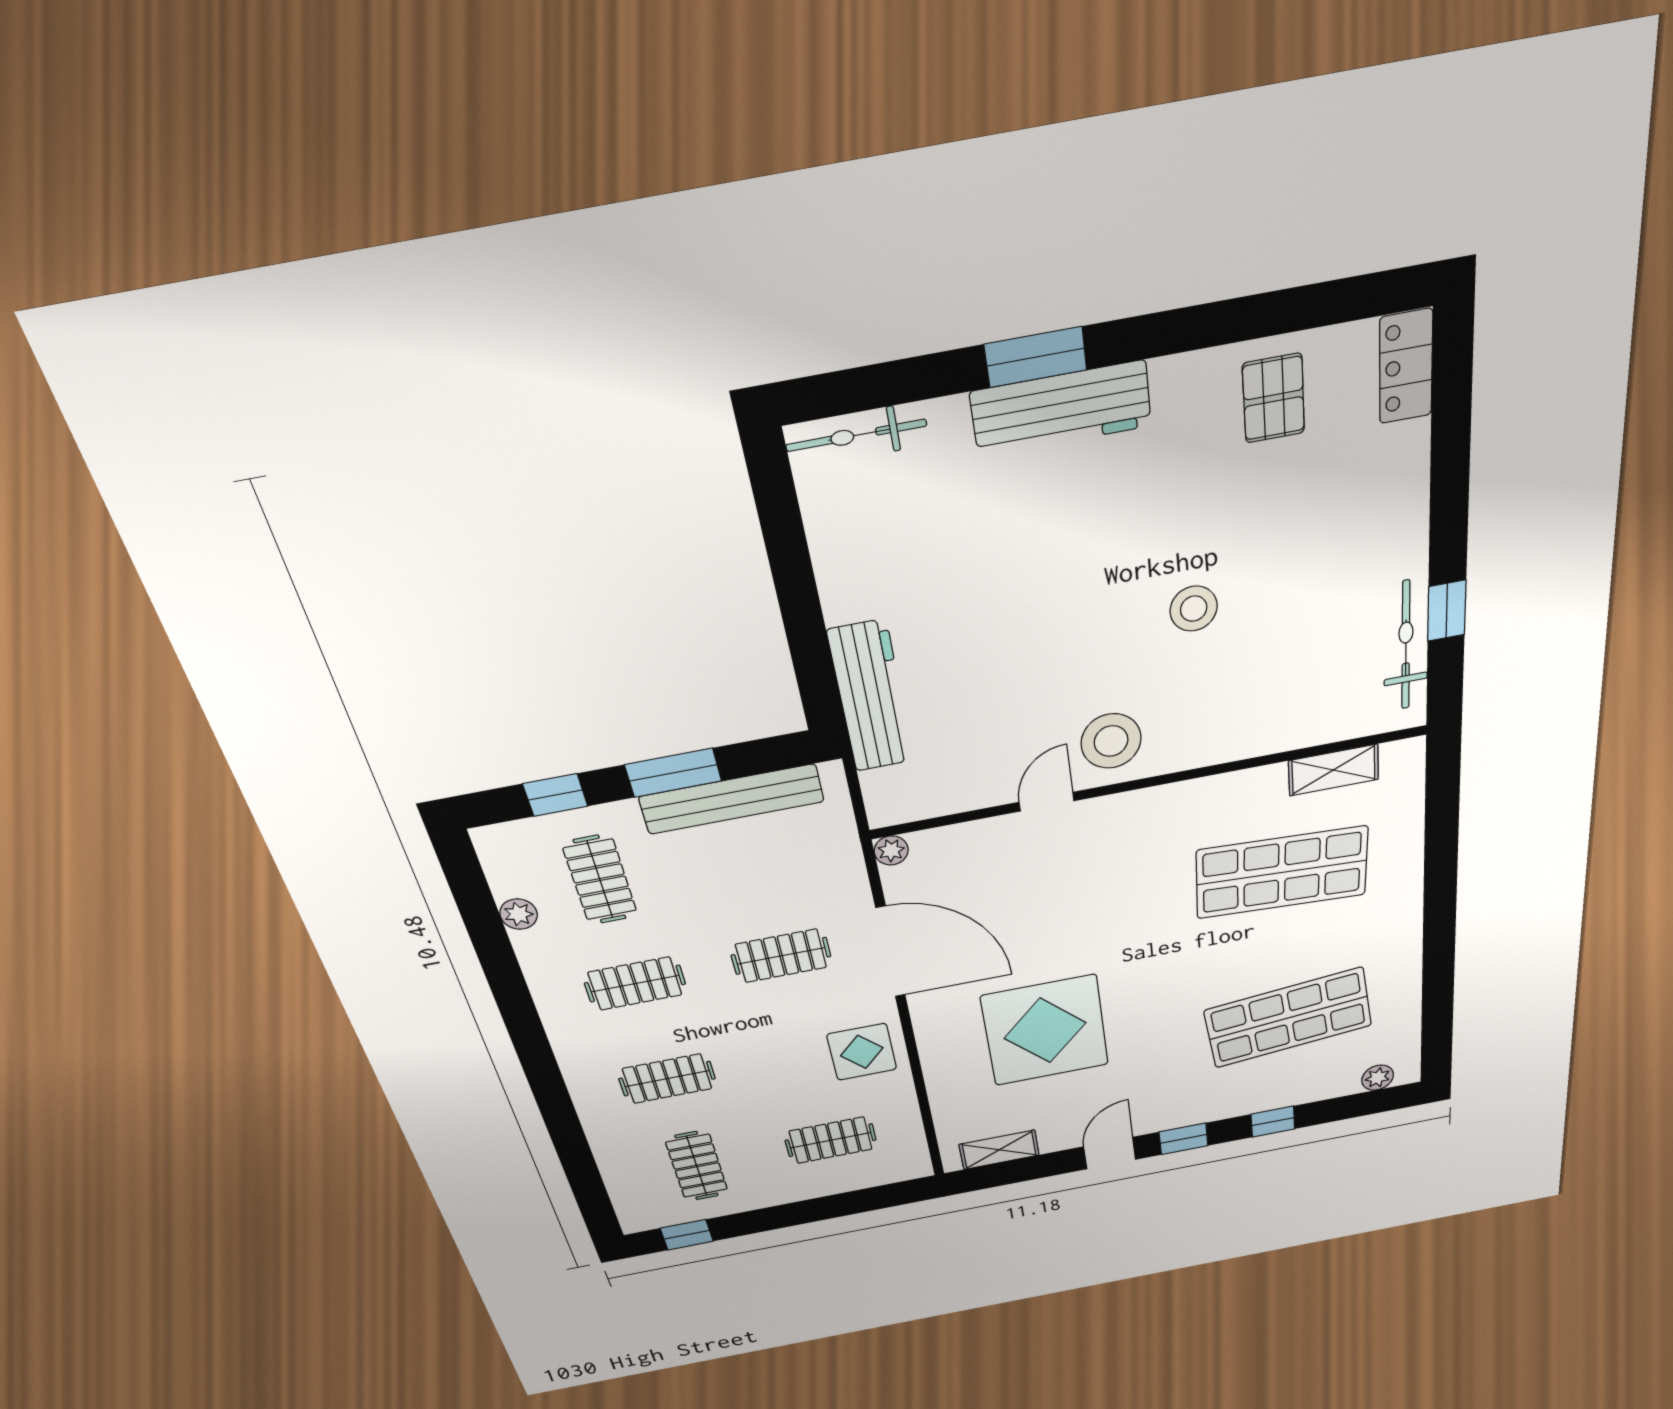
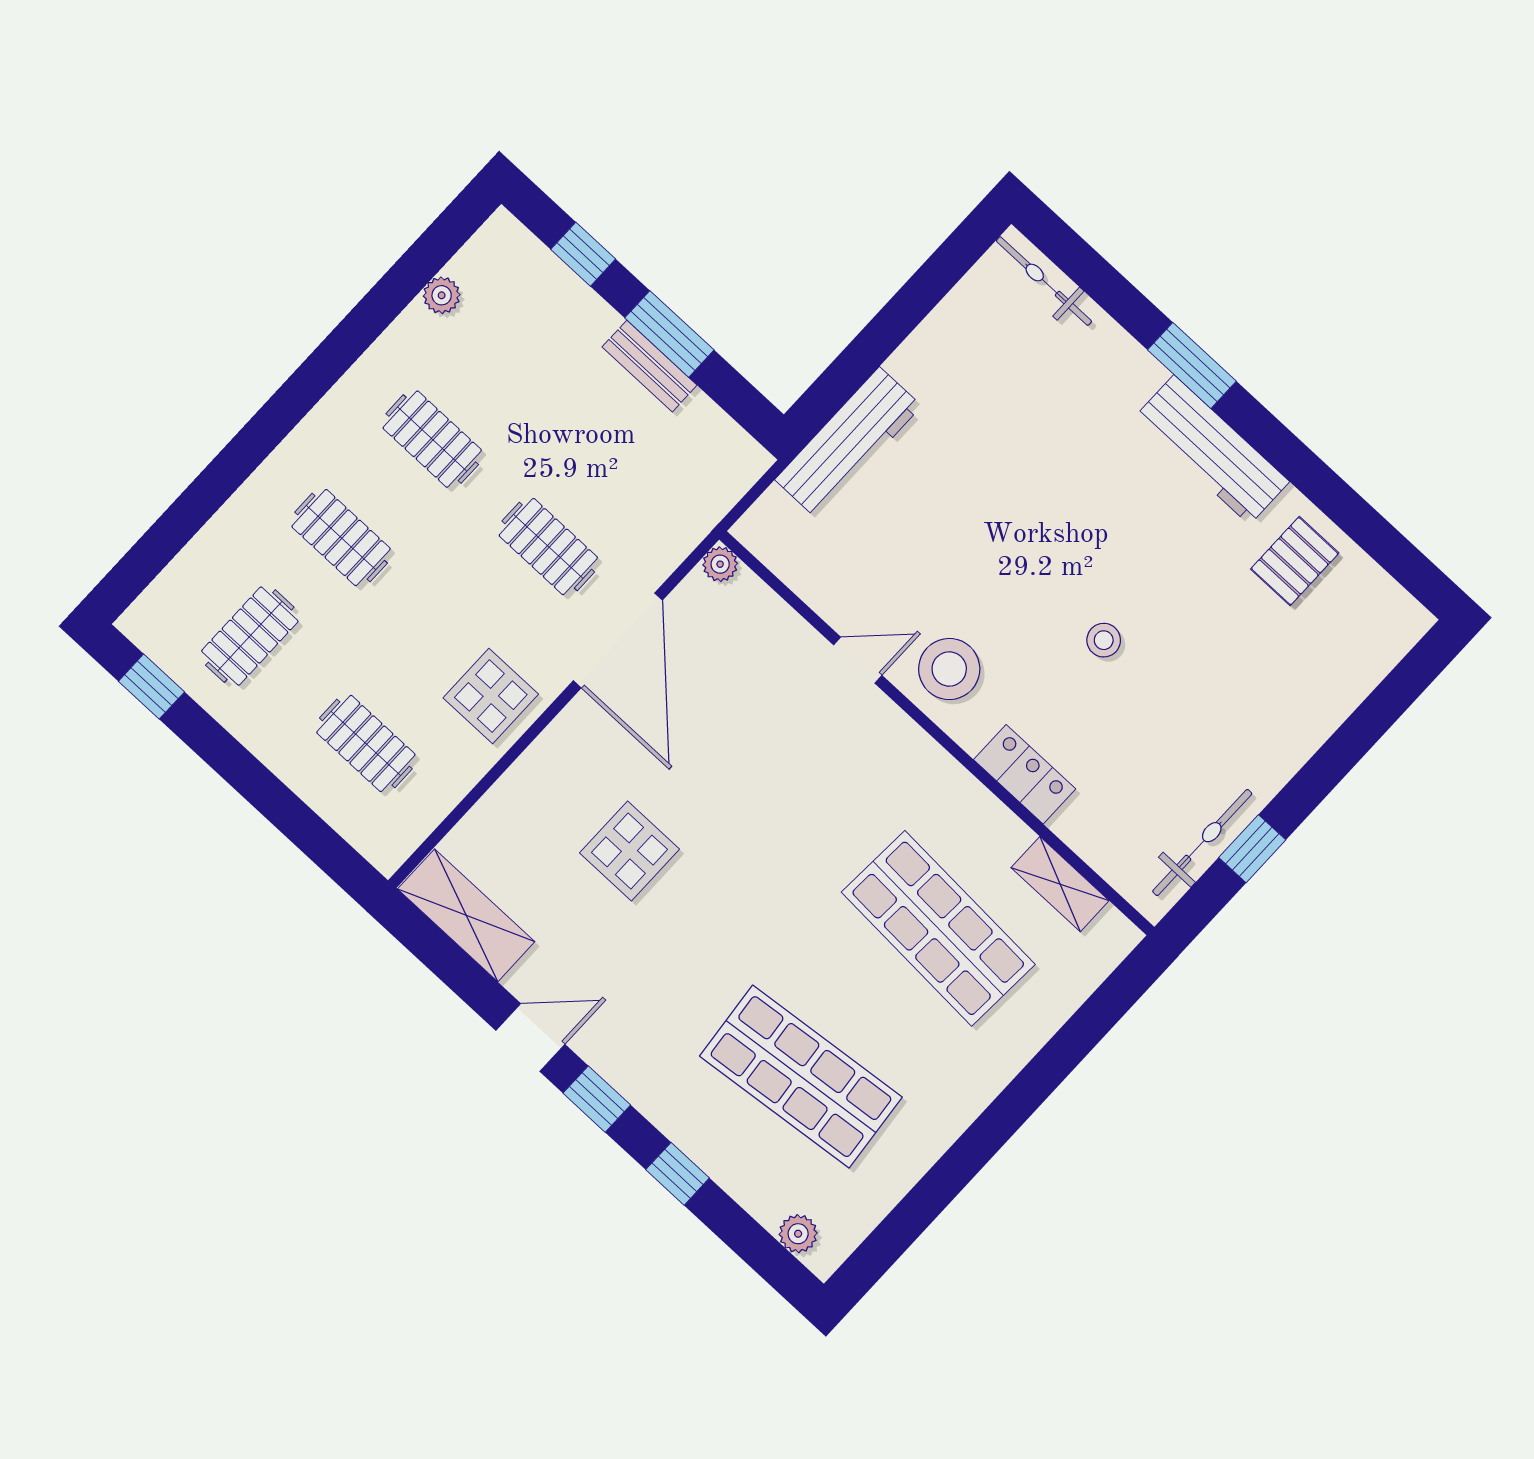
locker: (1406, 367) -> (1025, 774), moved, turned 90
workbench: (1061, 409) -> (1212, 450), moved
stool: (1194, 609) -> (1104, 640), width x0.73, depth x0.73
bench: (732, 799) -> (650, 366), width x0.54, depth x0.82
clothes rail: (600, 880) -> (523, 341), removed
display table: (1045, 1031) -> (629, 851), width x0.54, depth x0.54
shelving: (999, 1150) -> (466, 915), width x1.50, depth x1.33

